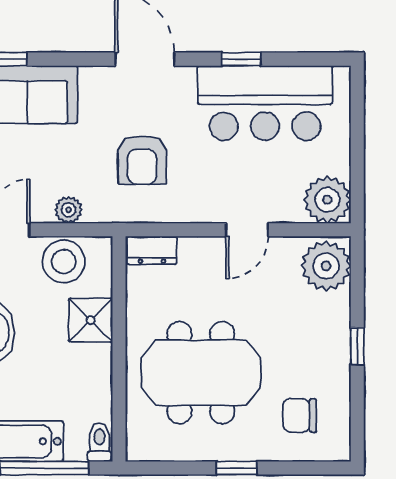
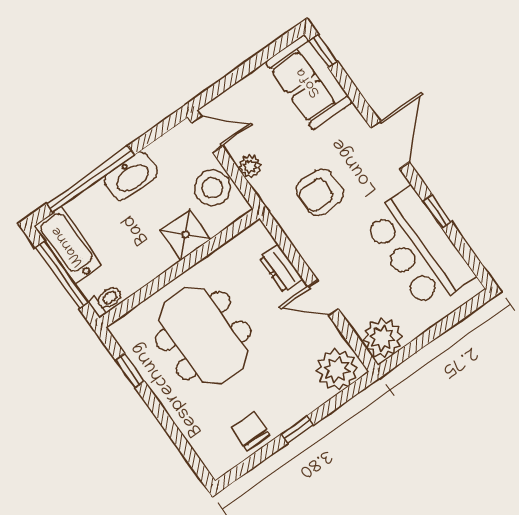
dresser: (152, 250) -> (281, 268), moved
chair: (300, 416) -> (250, 431), moved
window: (237, 468) -> (130, 371), moved

